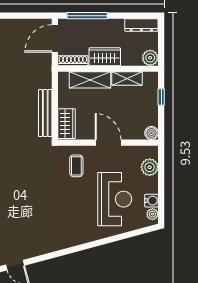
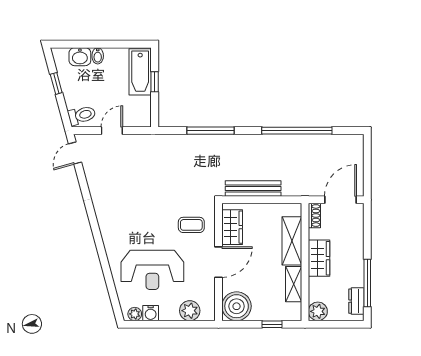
window: (87, 16) -> (367, 283), moved
dresser: (141, 25) -> (356, 301), width x0.70
door: (55, 38) -> (340, 200), hinge flipped
shoe rack: (73, 61) -> (314, 216), width x0.70
wardrobe: (67, 124) -> (232, 227), moved, turned -90
boiler: (152, 133) -> (237, 306), width x1.86, depth x1.86

